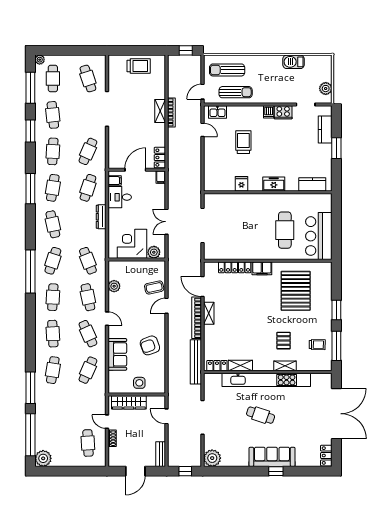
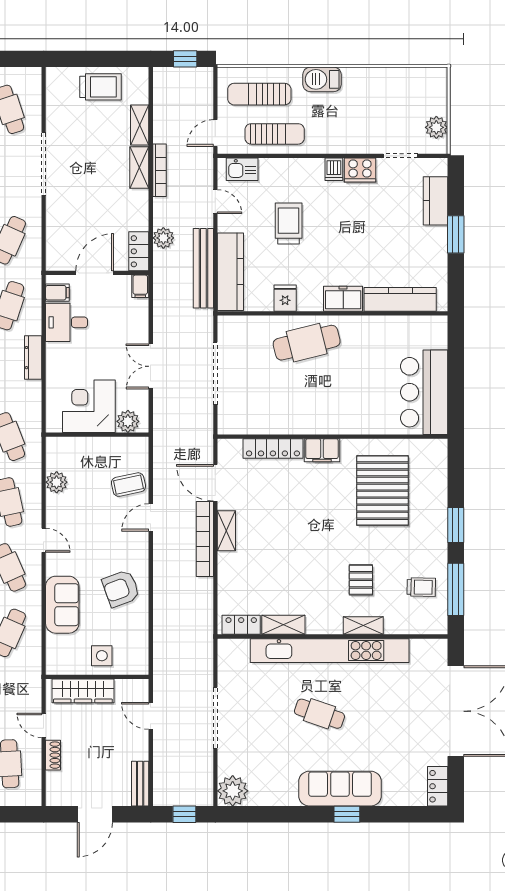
barbecue: (294, 62) -> (322, 79), moved
shelving: (160, 87) -> (140, 125), added
plant: (174, 150) -> (163, 238), added
kitchen counter: (211, 169) -> (230, 272), added
kitchen counter: (312, 184) -> (400, 299), width x1.50
cafe table: (285, 230) -> (307, 343), moved, turned 76
bench: (196, 362) -> (203, 268), moved

